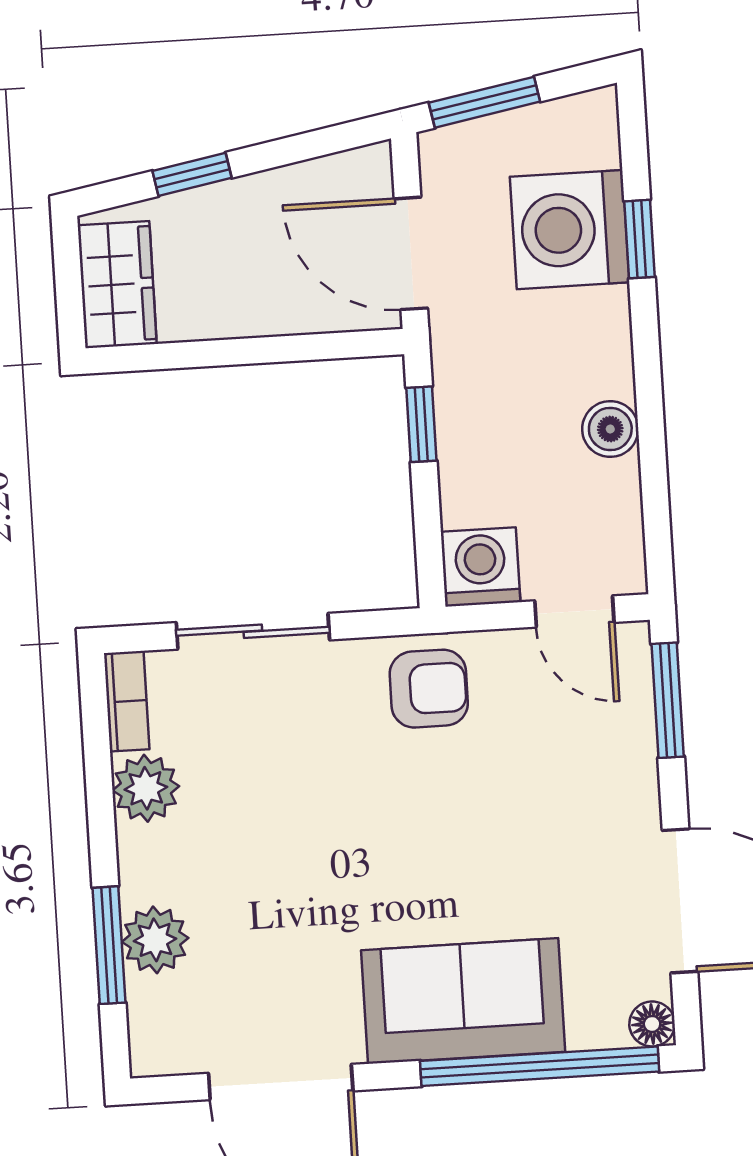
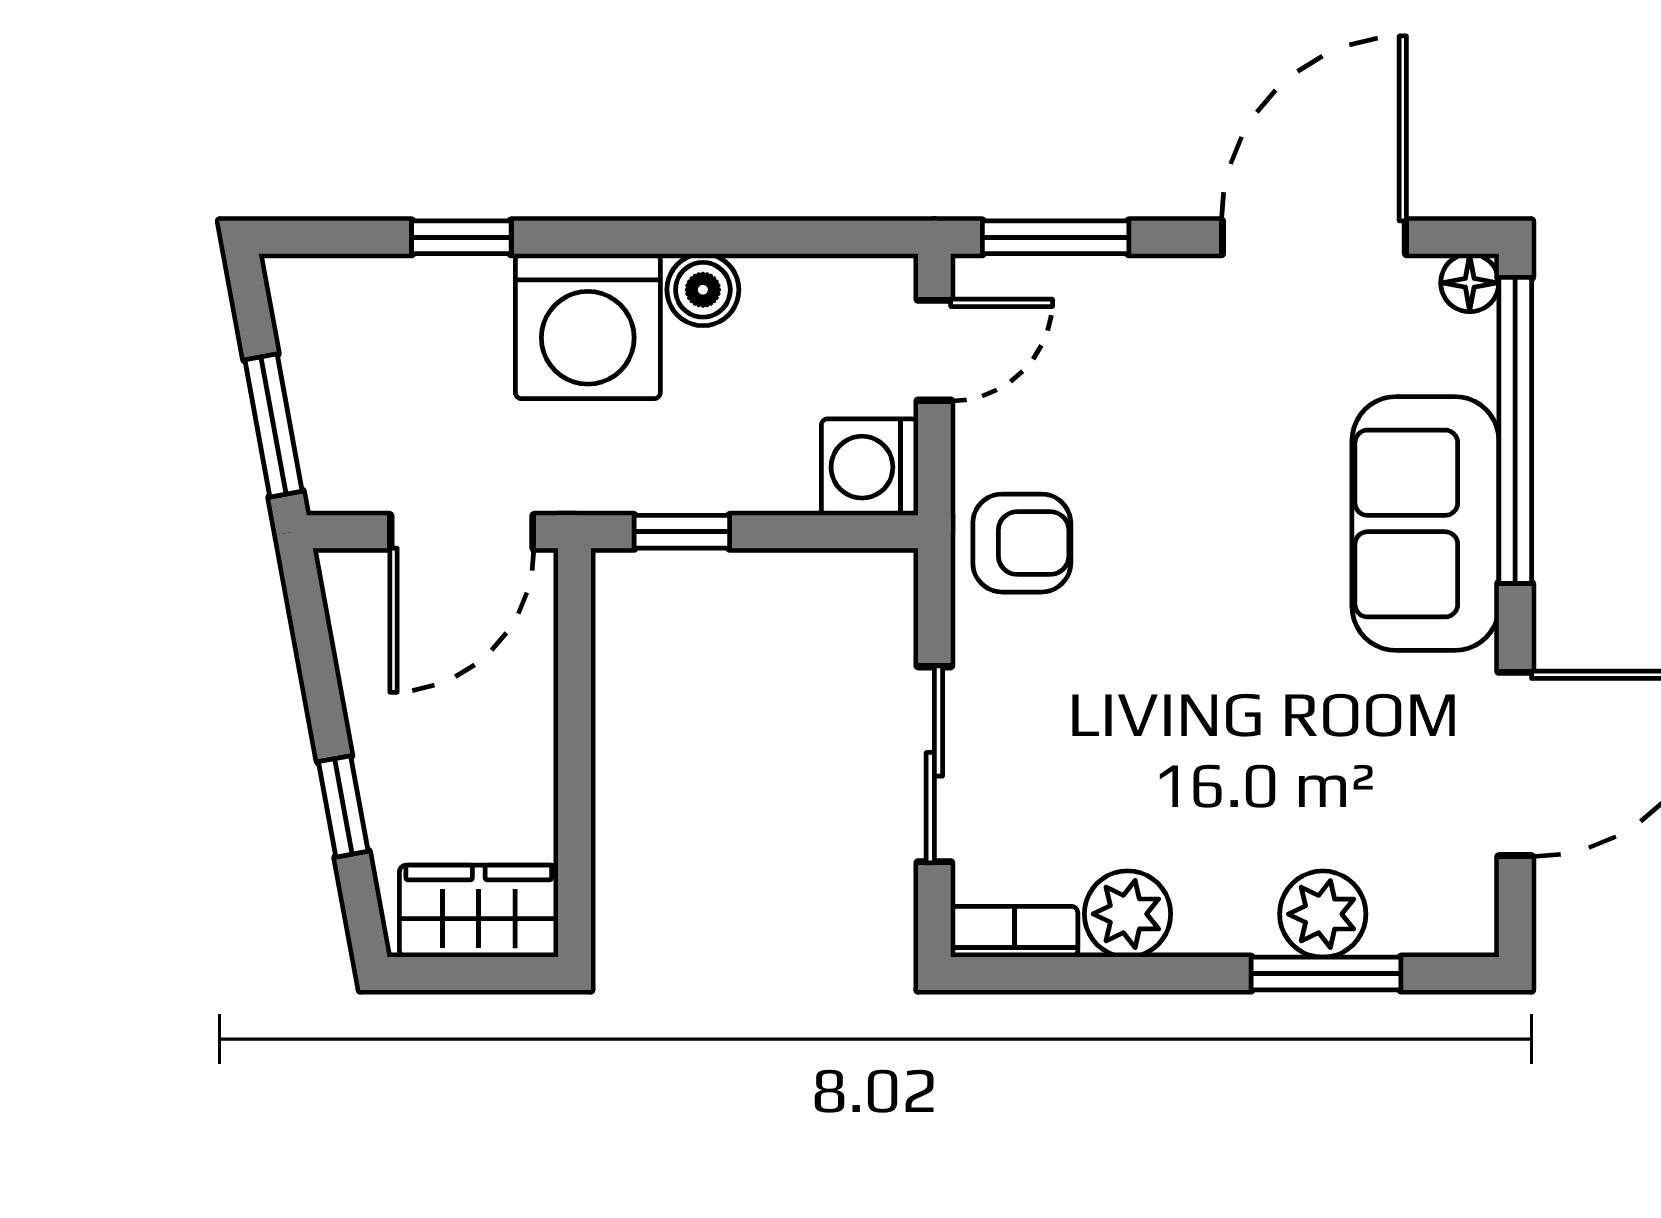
washing machine: (570, 230) -> (588, 326), moved
armchair: (429, 689) -> (1022, 543), turned 90

